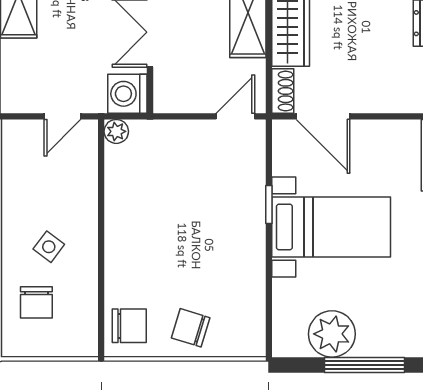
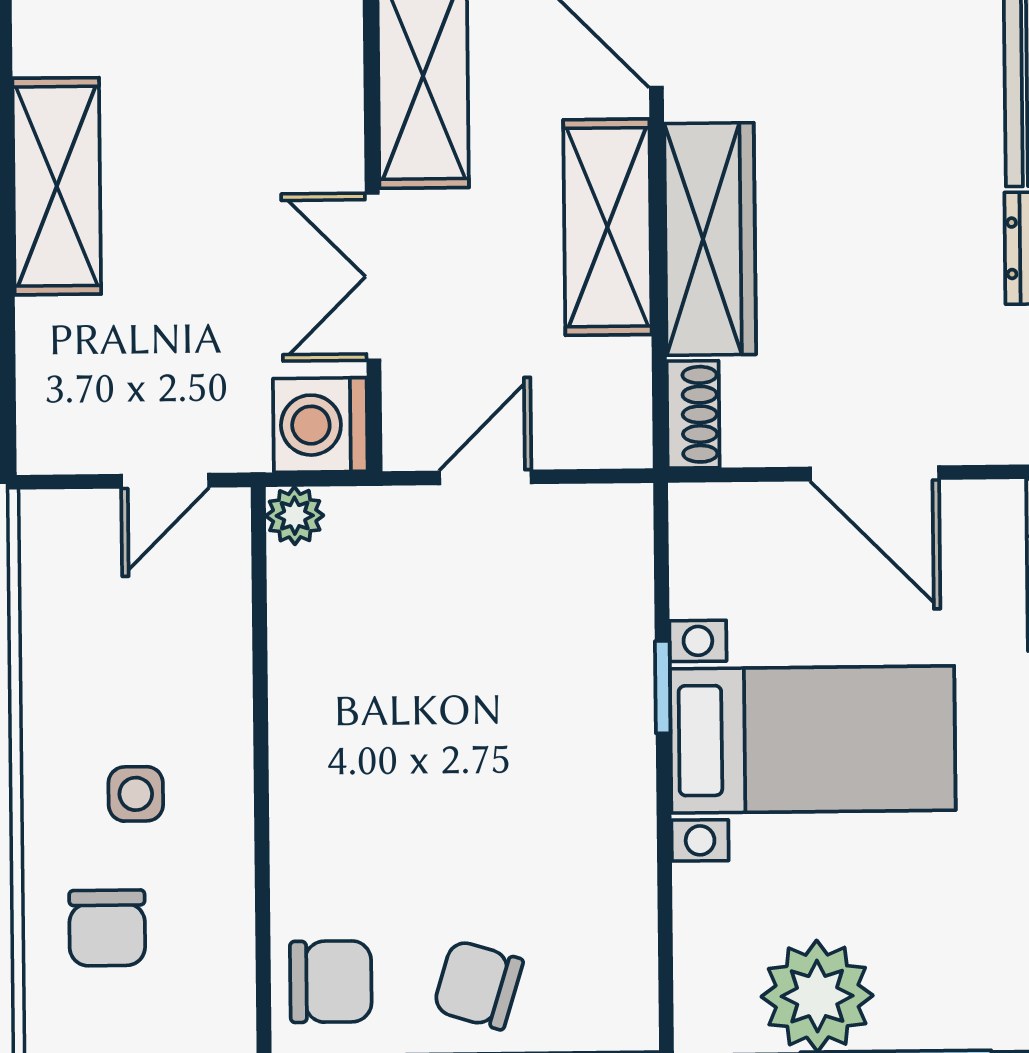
door: (235, 116) -> (485, 477), moved
door: (323, 116) -> (875, 473), moved
side table: (49, 247) -> (136, 794), turned -37

